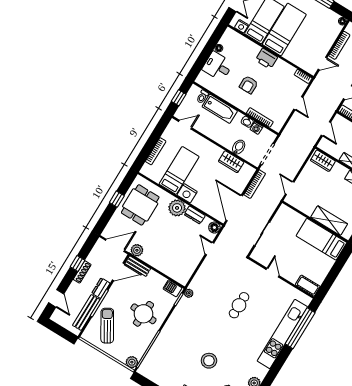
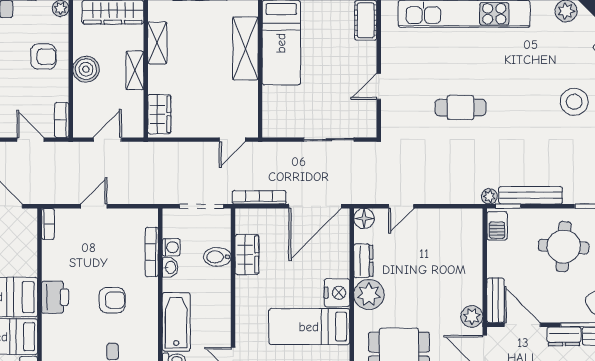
bench: (177, 313) -> (531, 195), added

